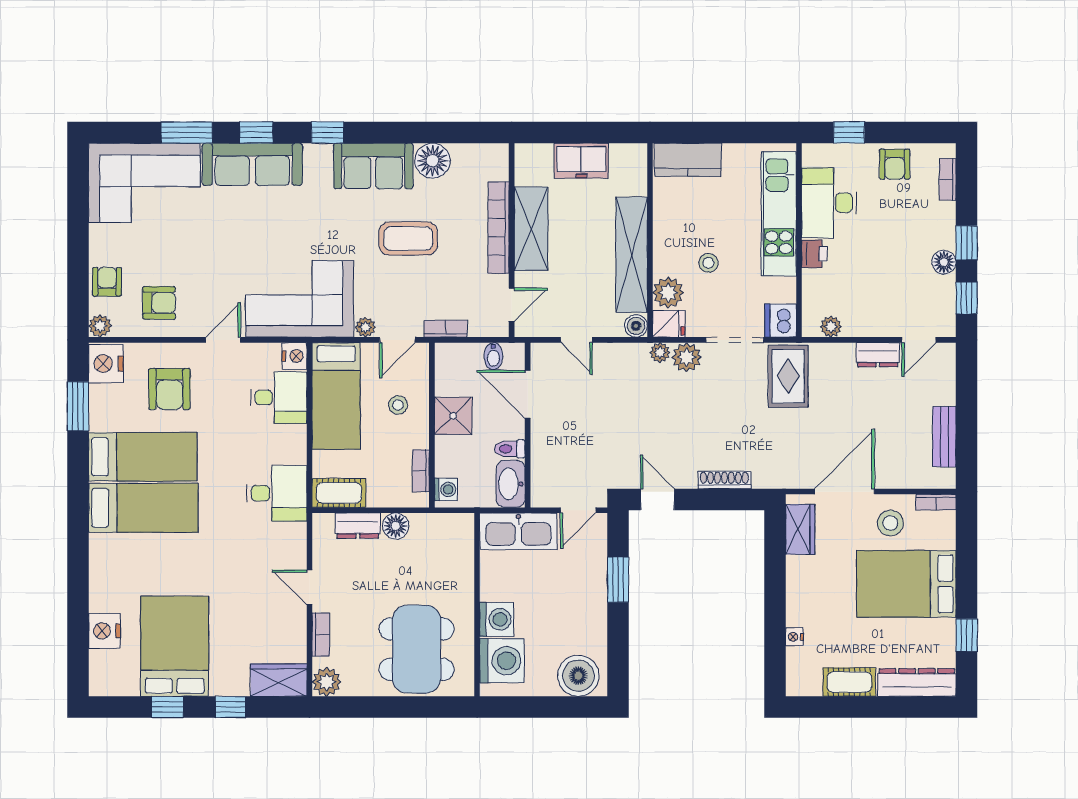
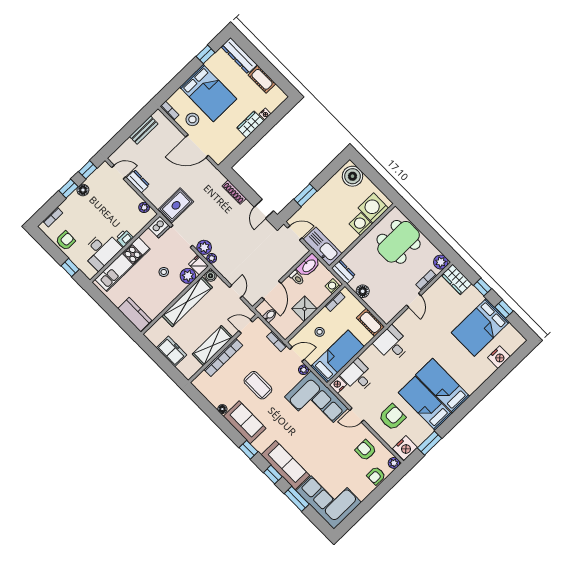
floor lamp: (433, 161) -> (222, 409), width x0.53, depth x0.53
dresser: (358, 526) -> (343, 272), moved
wardrobe: (800, 529) -> (250, 124), moved

